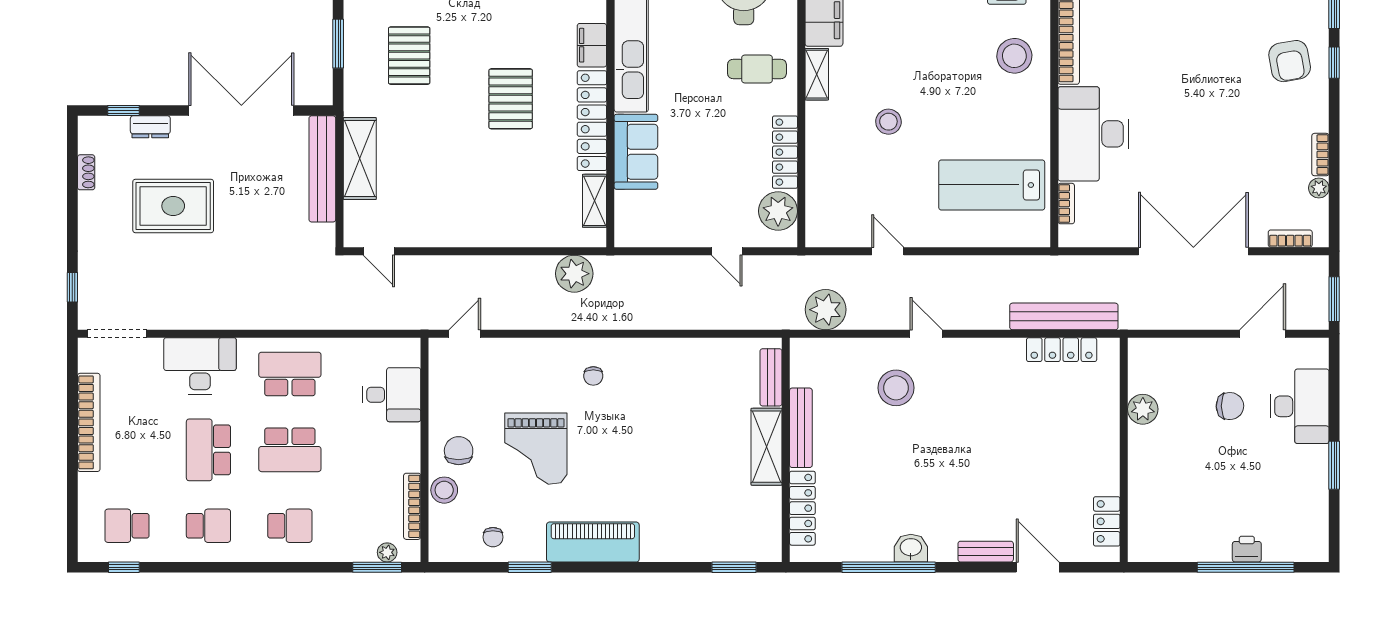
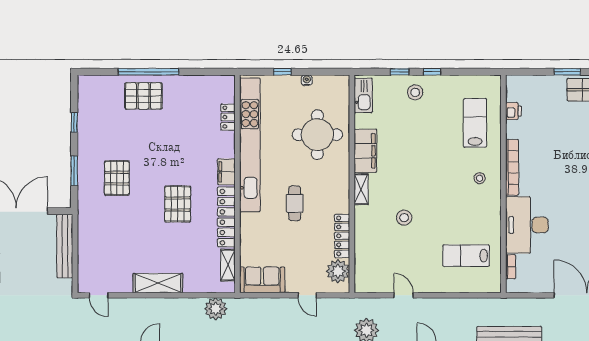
stool: (1014, 56) -> (480, 178), width x0.53, depth x0.53
cafe table: (757, 69) -> (295, 203), moved, turned 90
sofa: (636, 152) -> (262, 280), moved, turned -90
shelving: (360, 159) -> (158, 283), moved, turned 90
lab bench: (992, 185) -> (466, 256), width x0.73, depth x0.72

